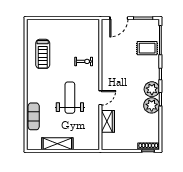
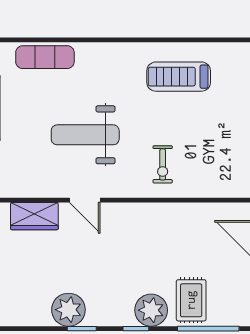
plant: (152, 89) -> (151, 310), moved
weight bench: (70, 98) -> (85, 135), turned 180

